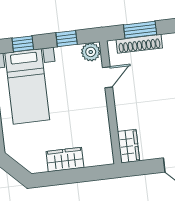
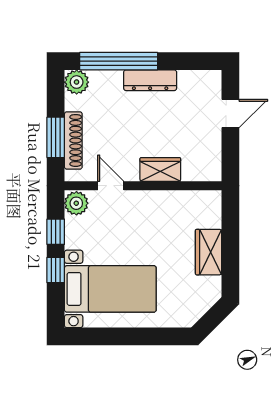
window: (23, 44) -> (56, 270), moved
wardrobe: (129, 146) -> (160, 169), moved

